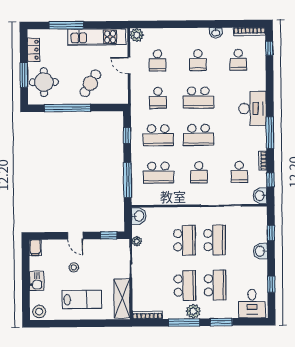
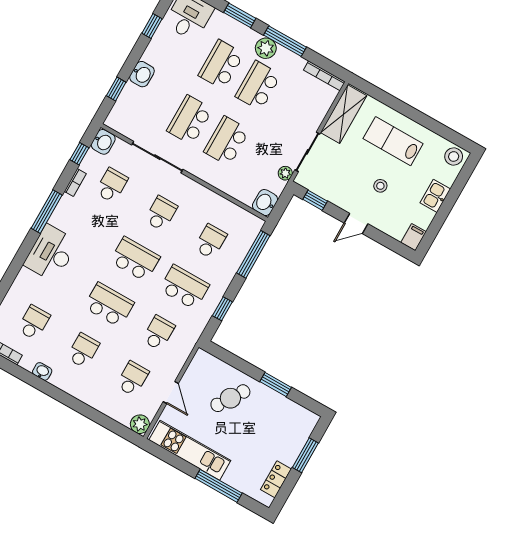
round table: (44, 82) -> (286, 432), removed
window: (67, 108) -> (276, 384), width x0.47
school desk: (159, 173) -> (210, 241), width x0.54
door: (75, 236) -> (356, 223), swing flipped

